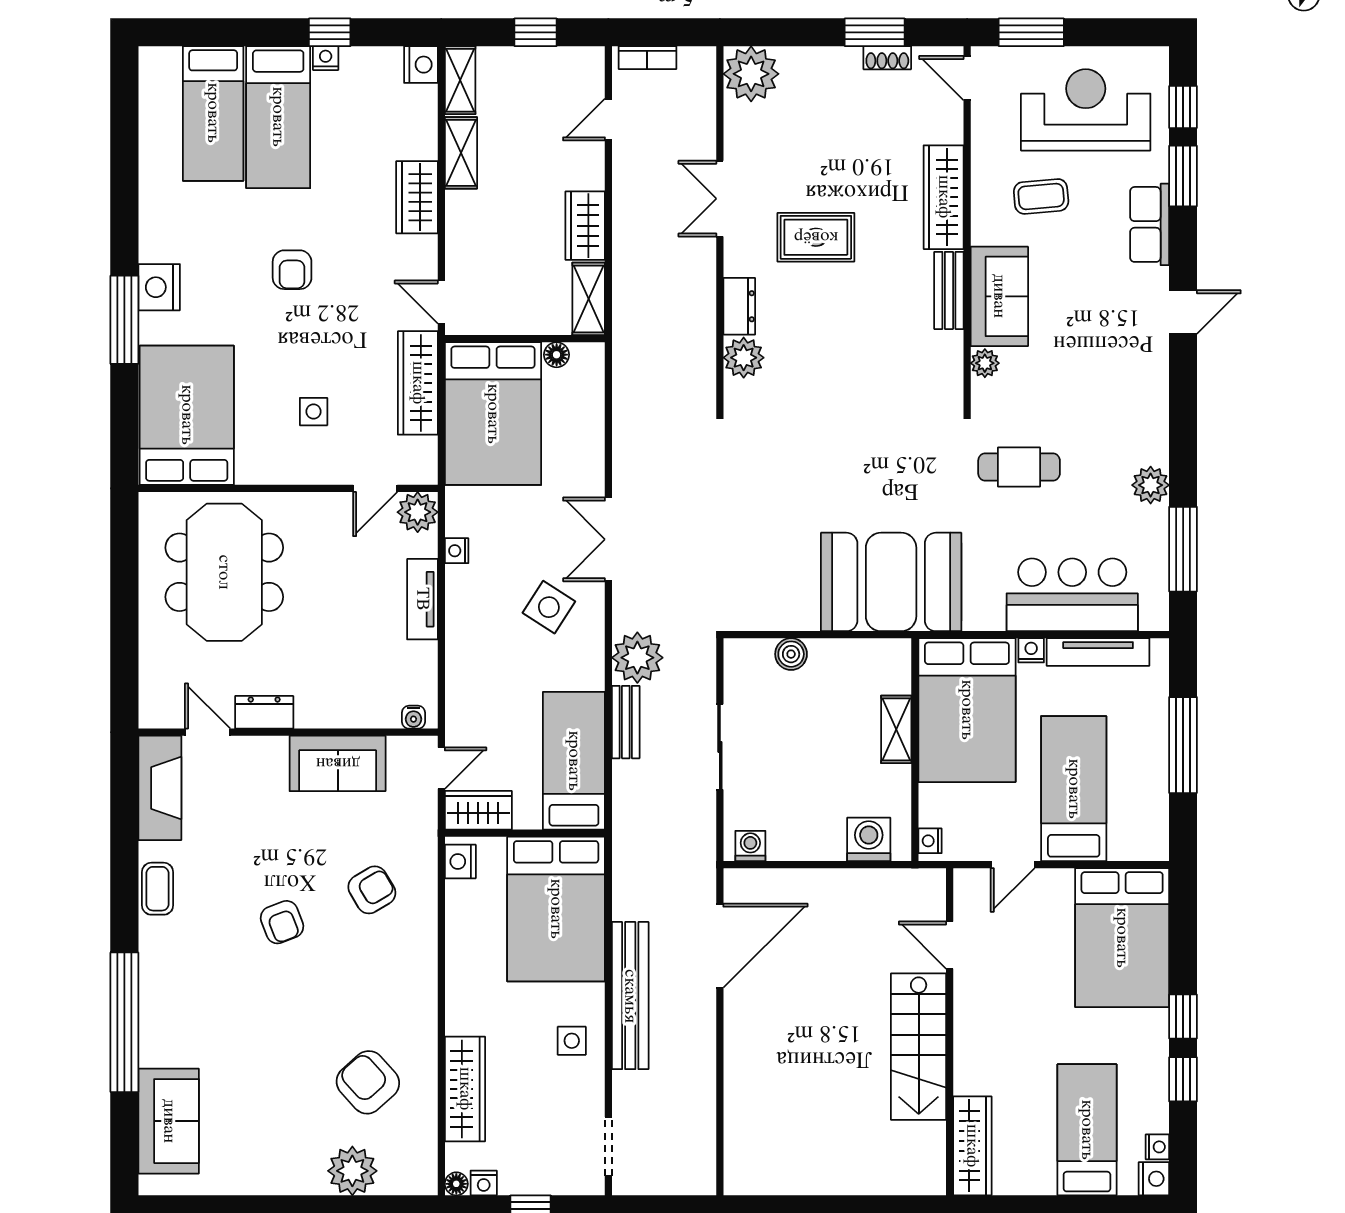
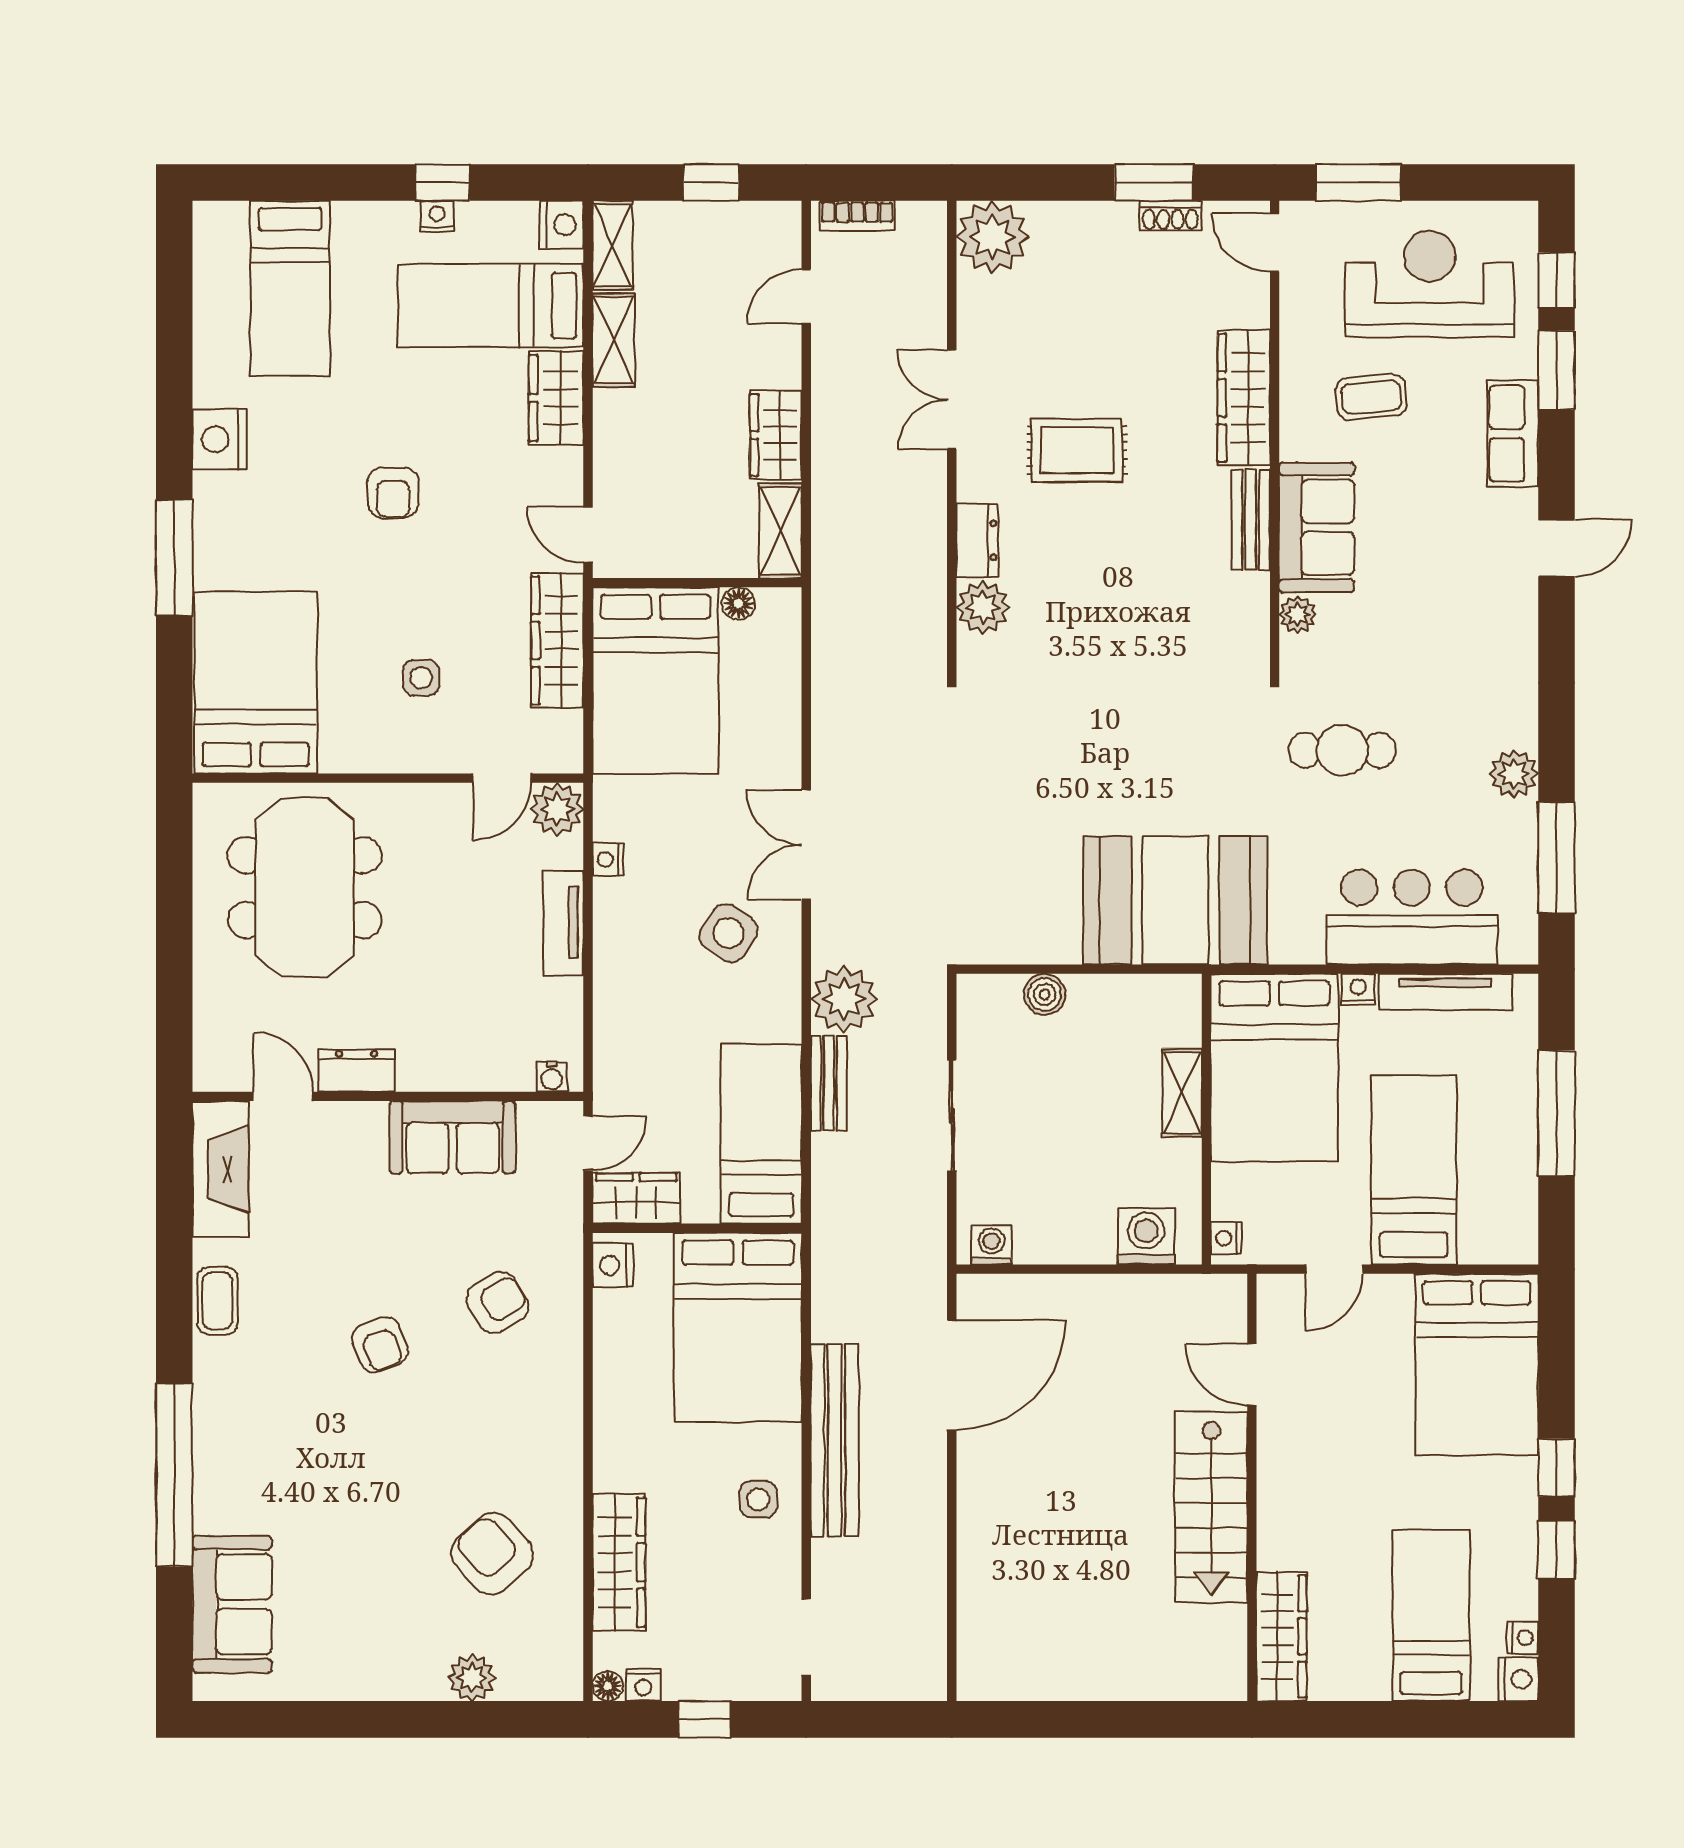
bed: (278, 117) -> (491, 306), moved, turned 90
nightstand: (159, 287) -> (220, 439), moved
plant: (352, 1171) -> (472, 1678), width x0.73, depth x0.73

